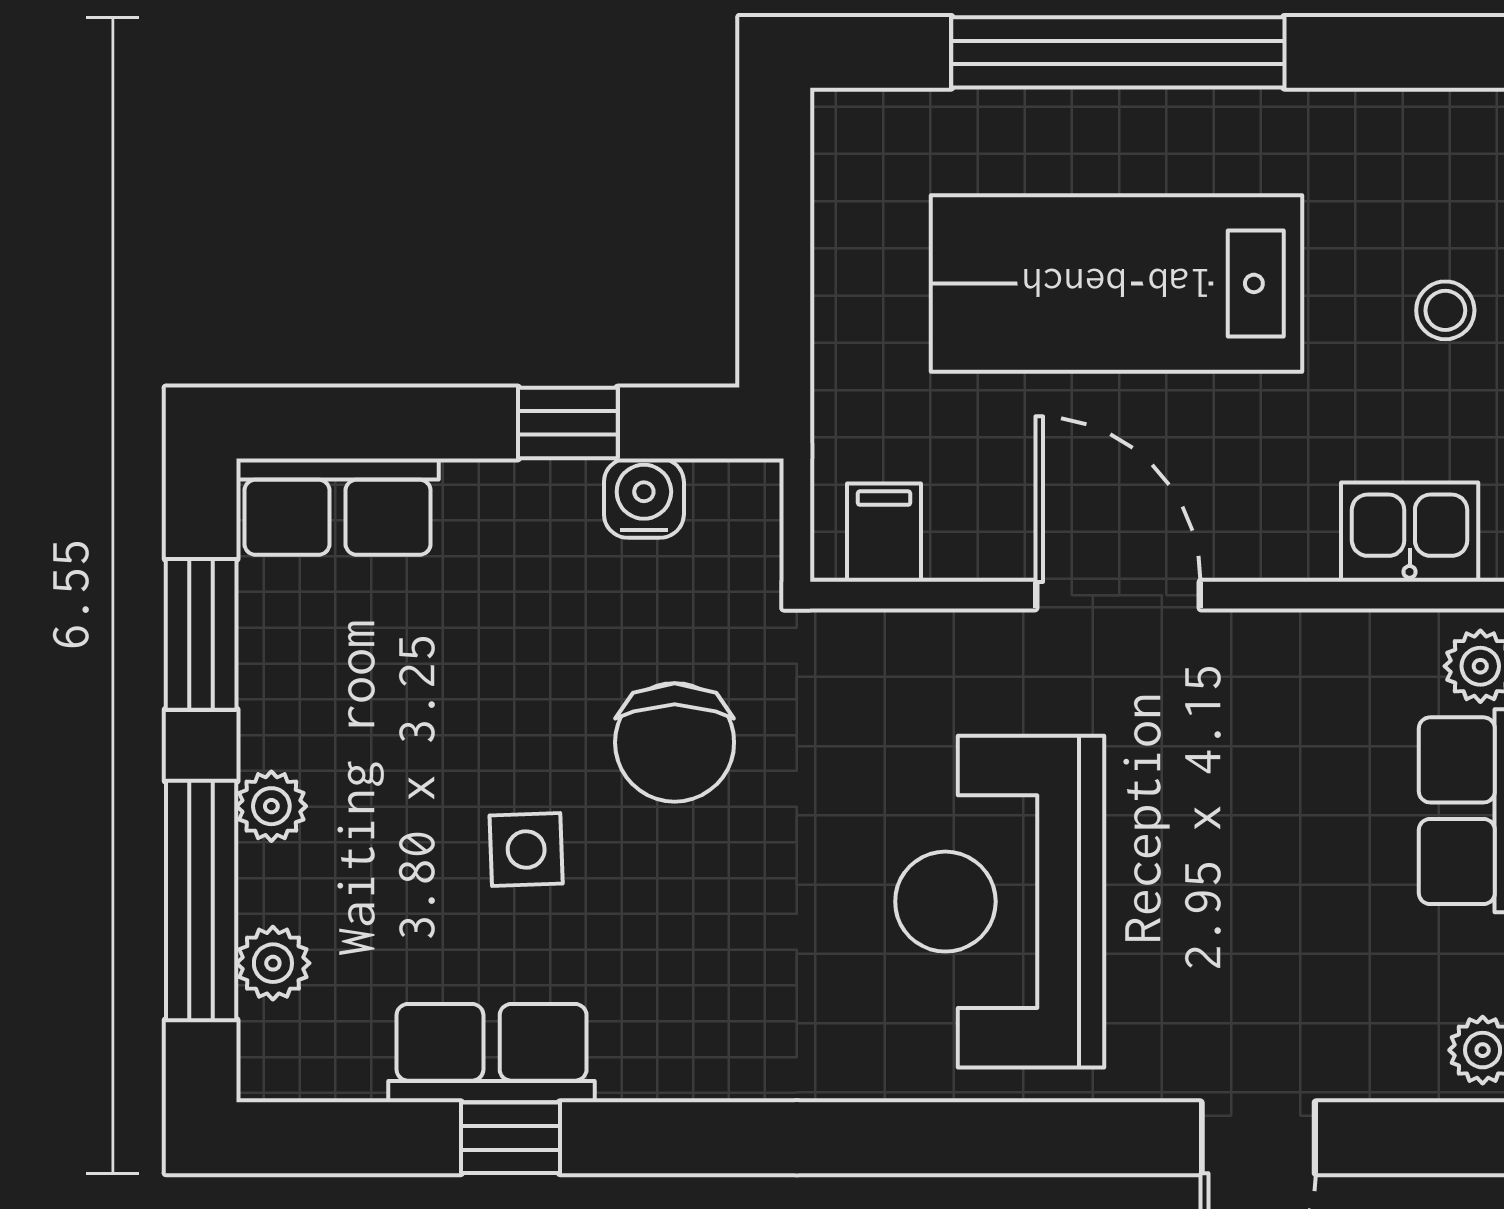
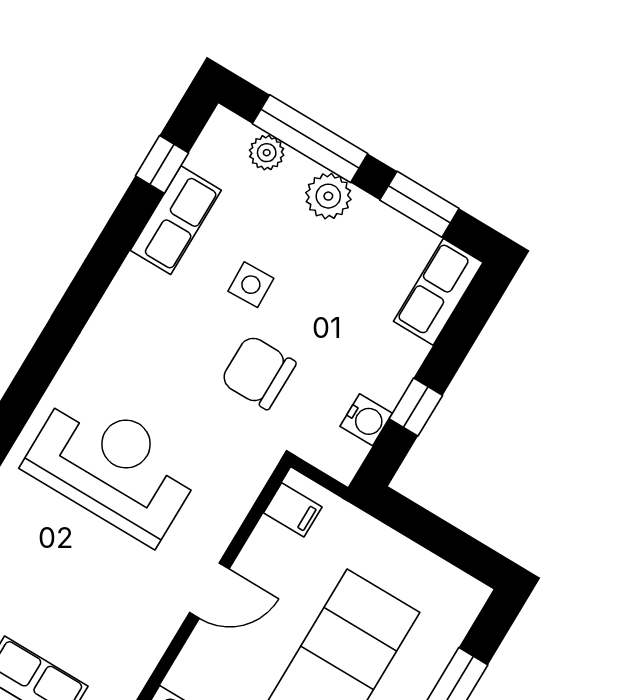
door: (1118, 595) -> (209, 591), width x0.73
plant: (271, 806) -> (328, 196), width x1.38, depth x1.38
window: (510, 1138) -> (162, 164), moved

